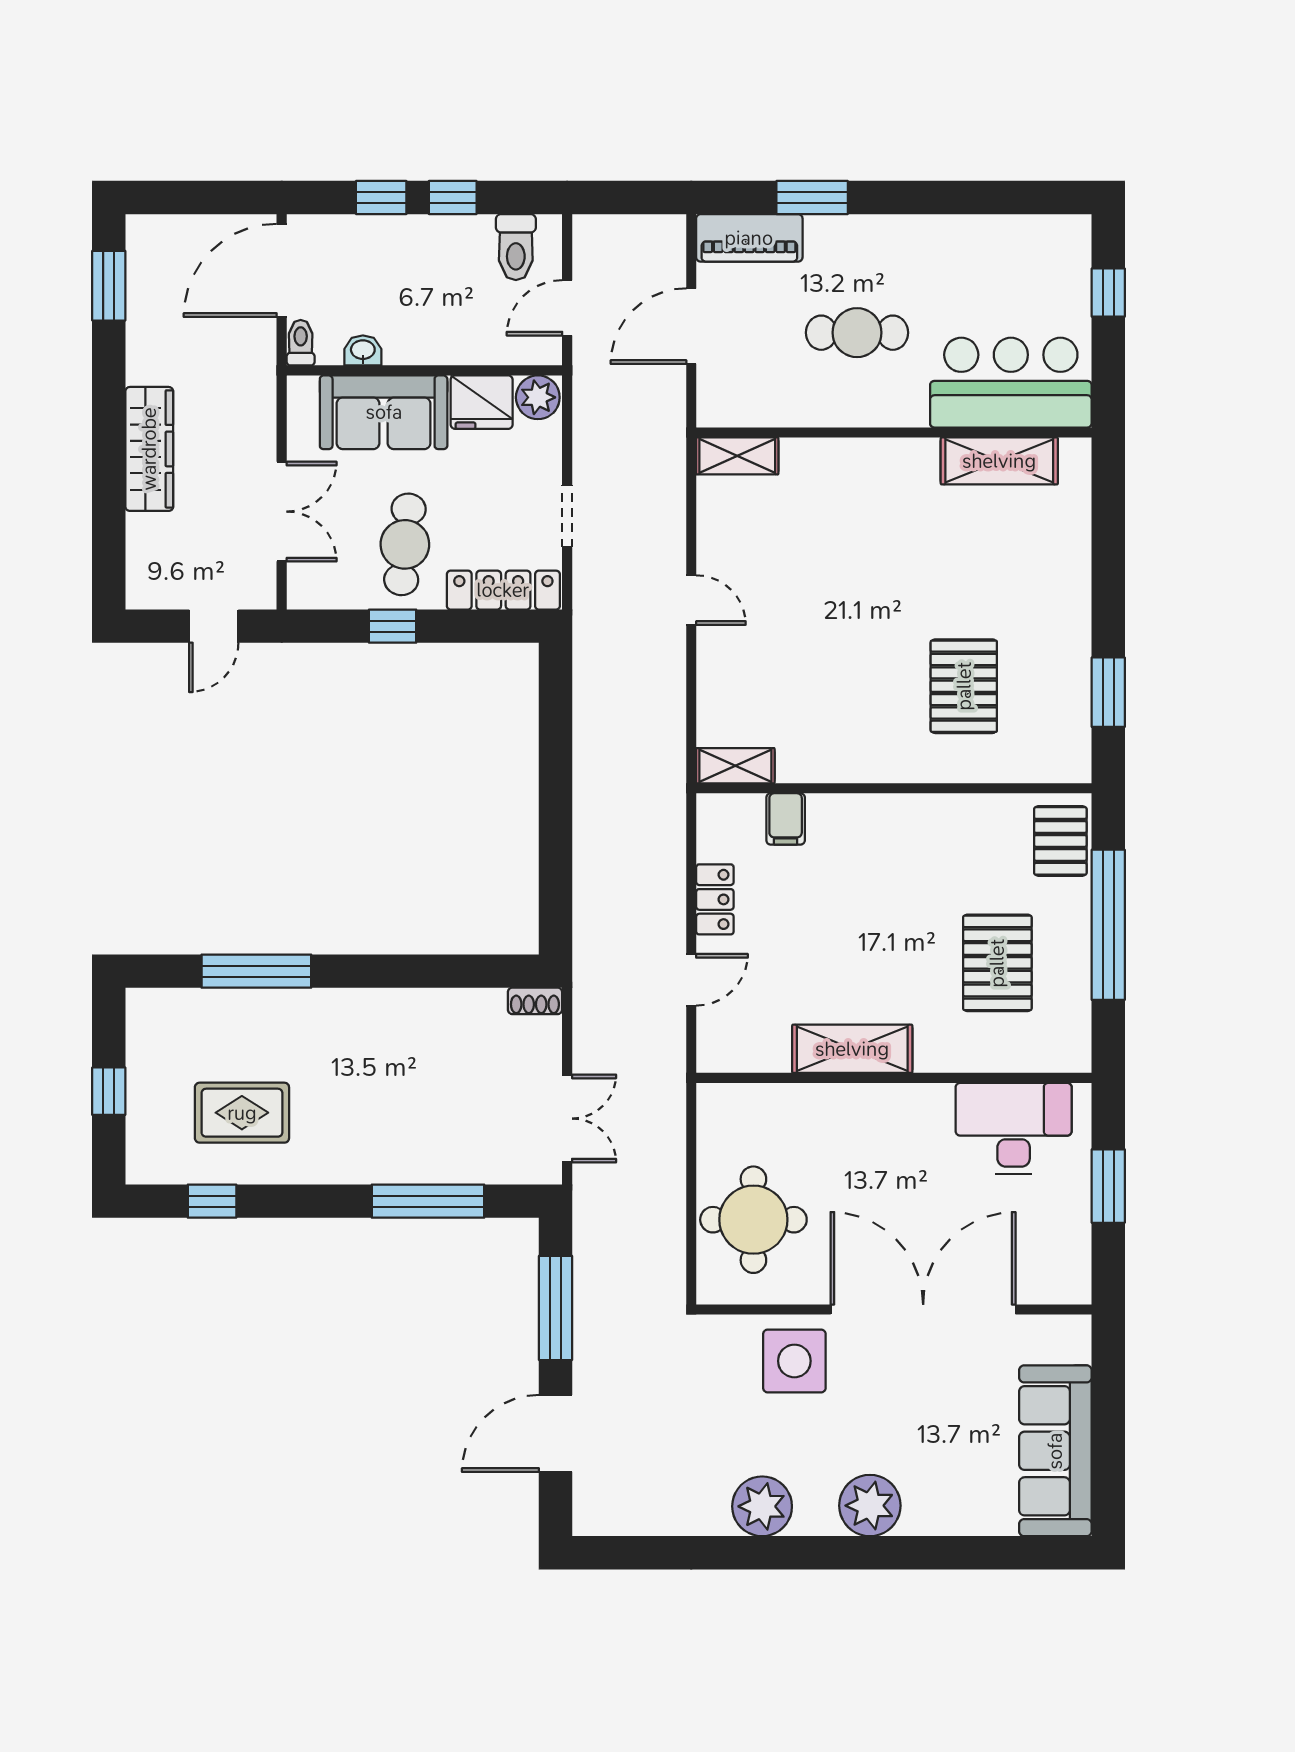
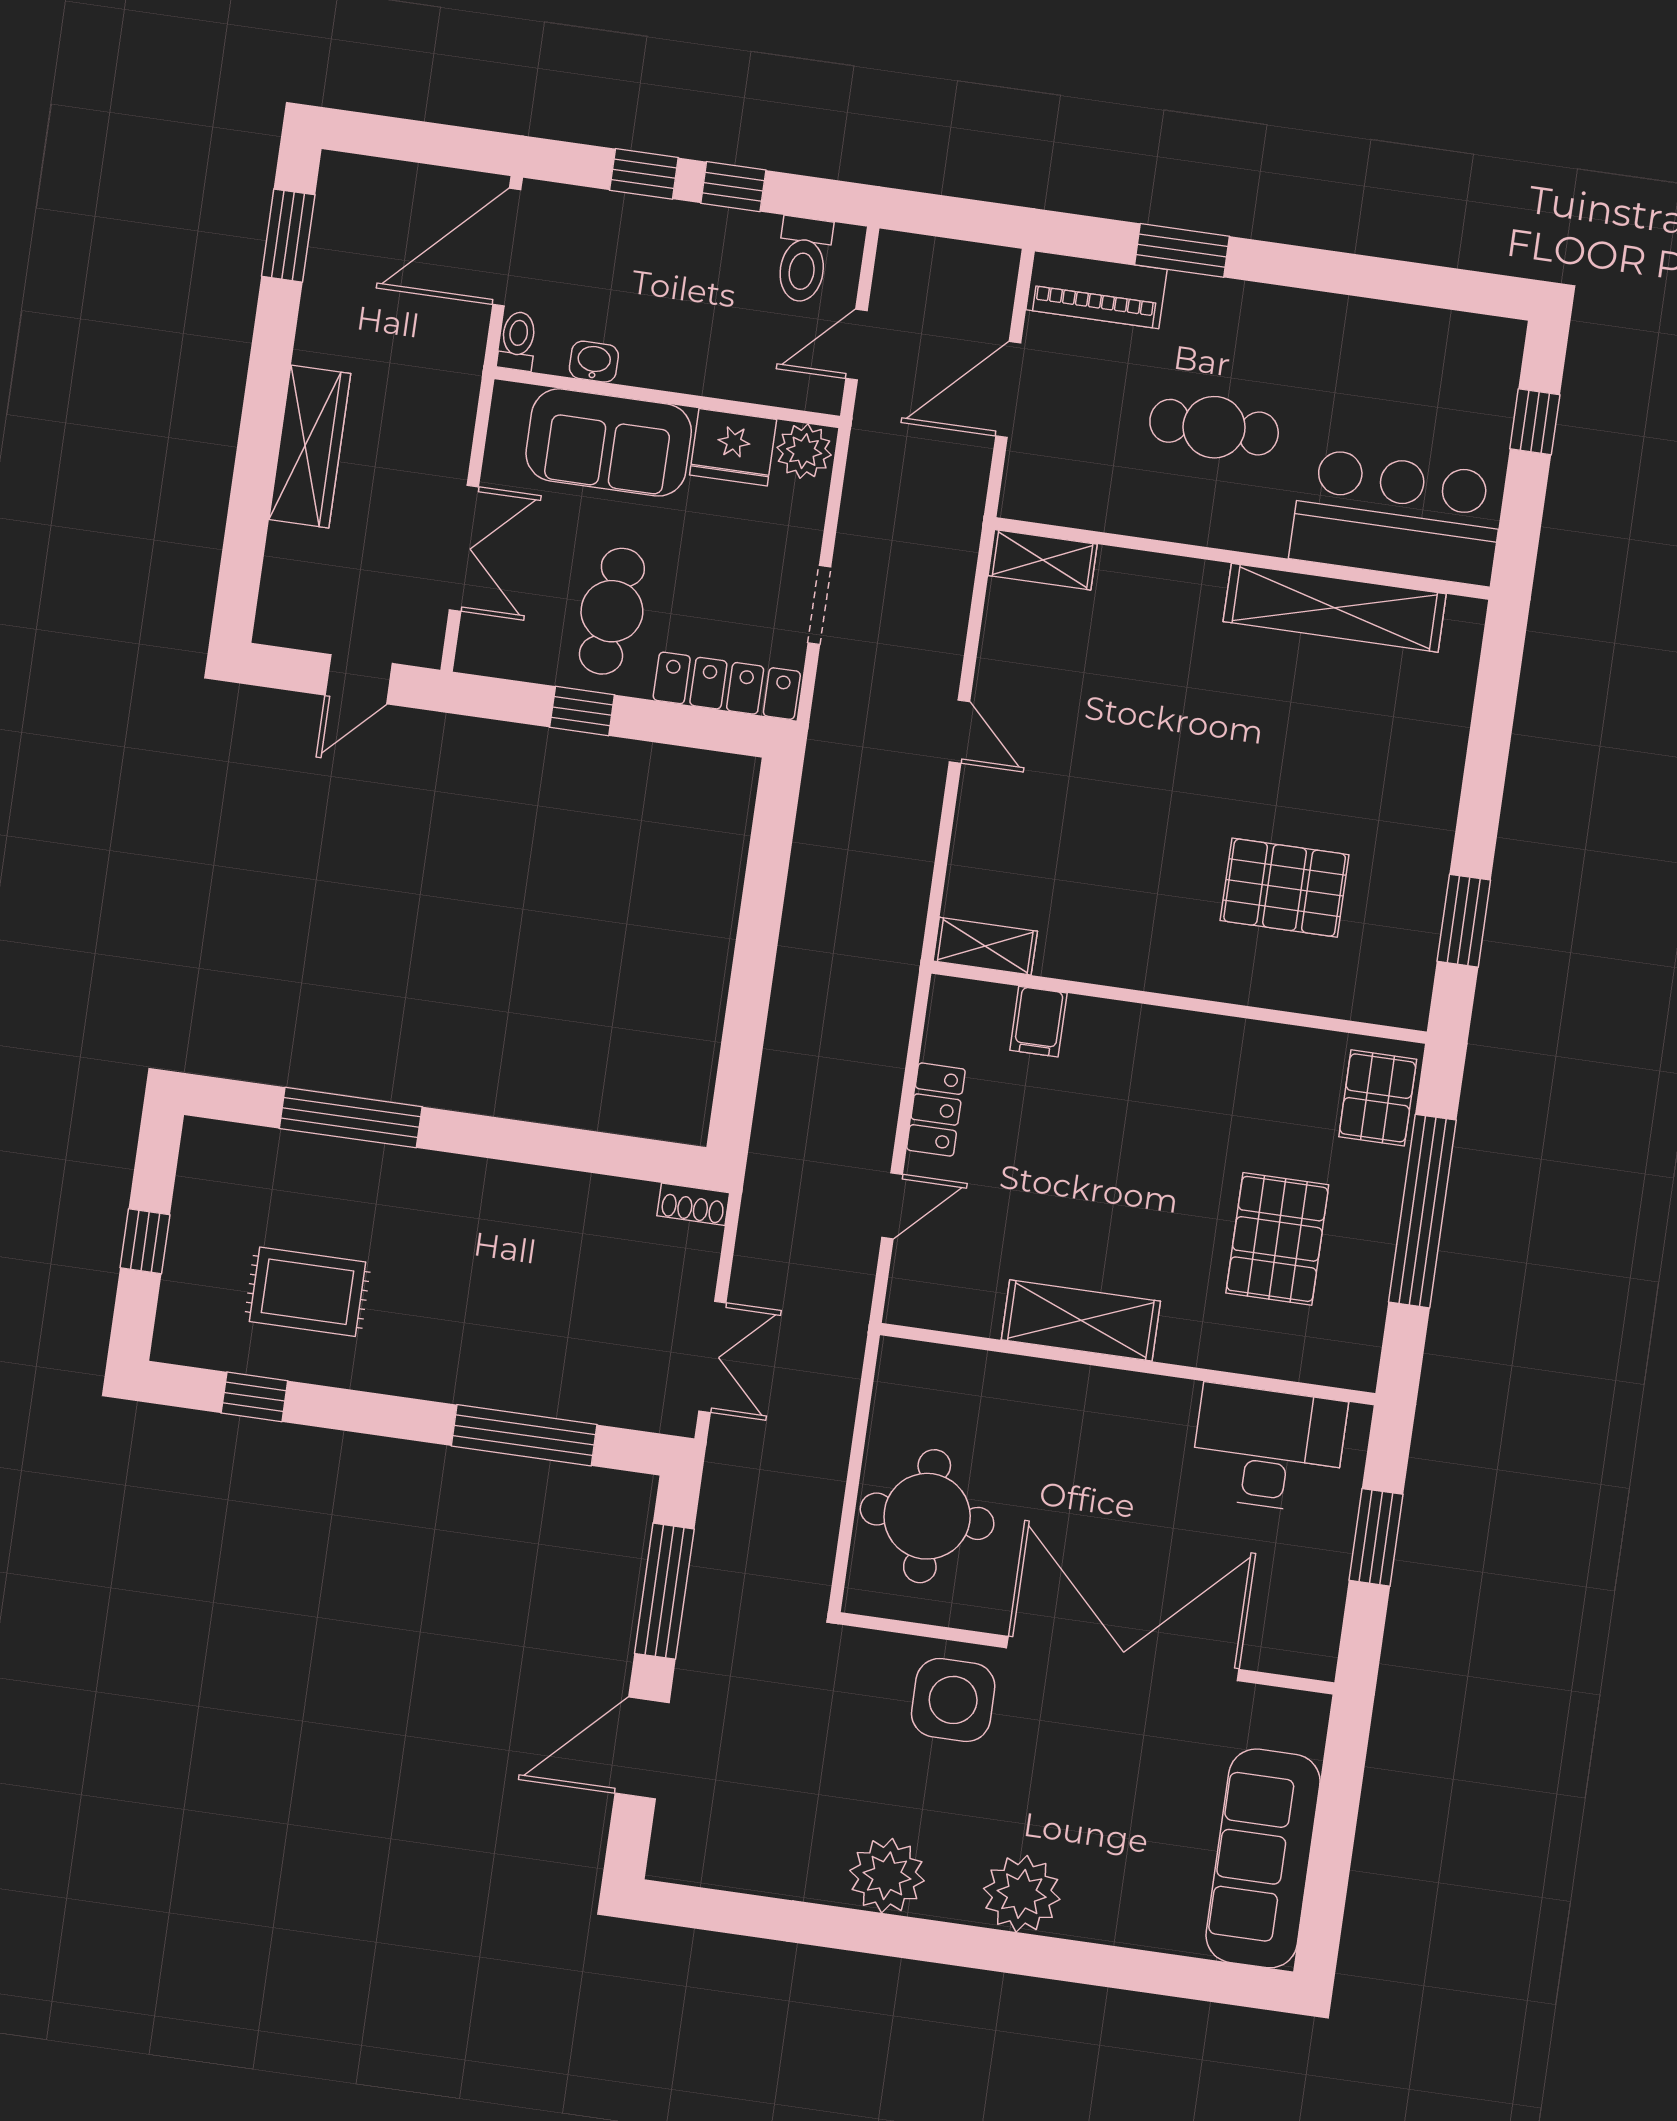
shelving: (999, 461) -> (1335, 608), width x1.47
pallet: (964, 686) -> (1285, 888), turned 90

